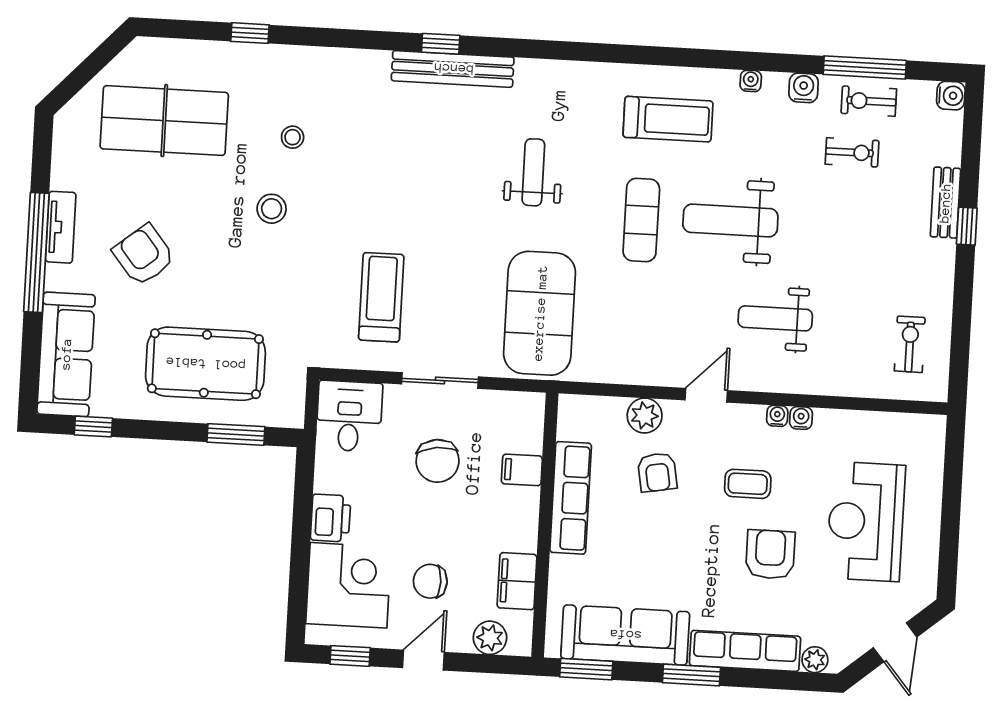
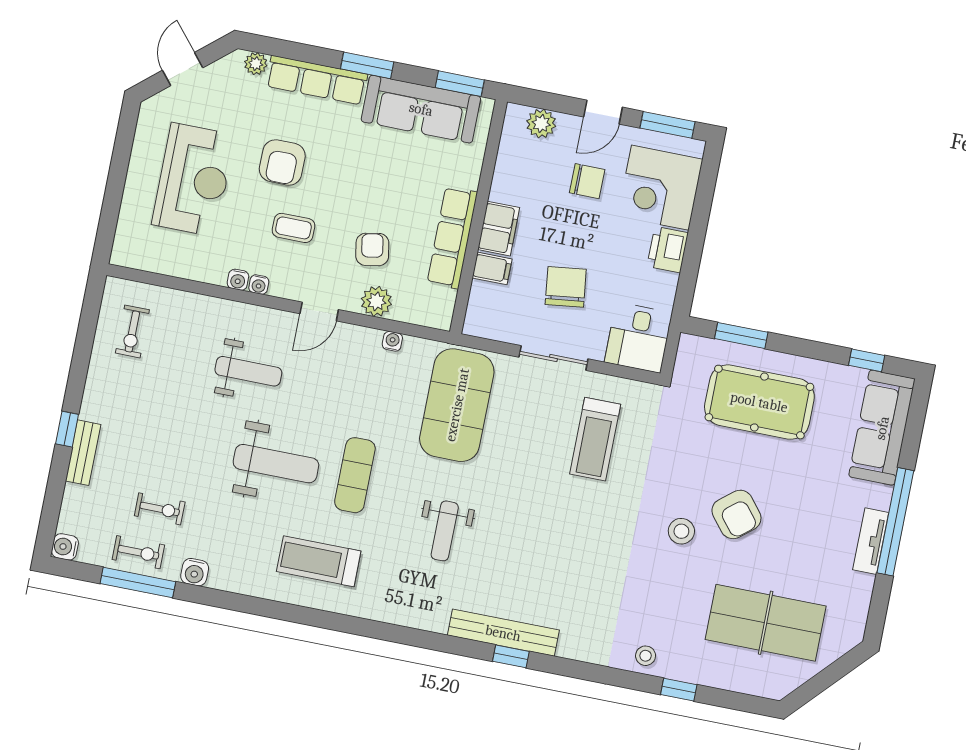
water cooler: (751, 81) -> (392, 341), moved, turned 180
stool: (293, 137) -> (646, 656), moved
exercise bike: (852, 152) -> (160, 509), turned 180
armchair: (144, 255) -> (736, 514), moved
filing cabinet: (517, 581) -> (499, 229), moved
window: (350, 656) -> (668, 125), width x1.50

